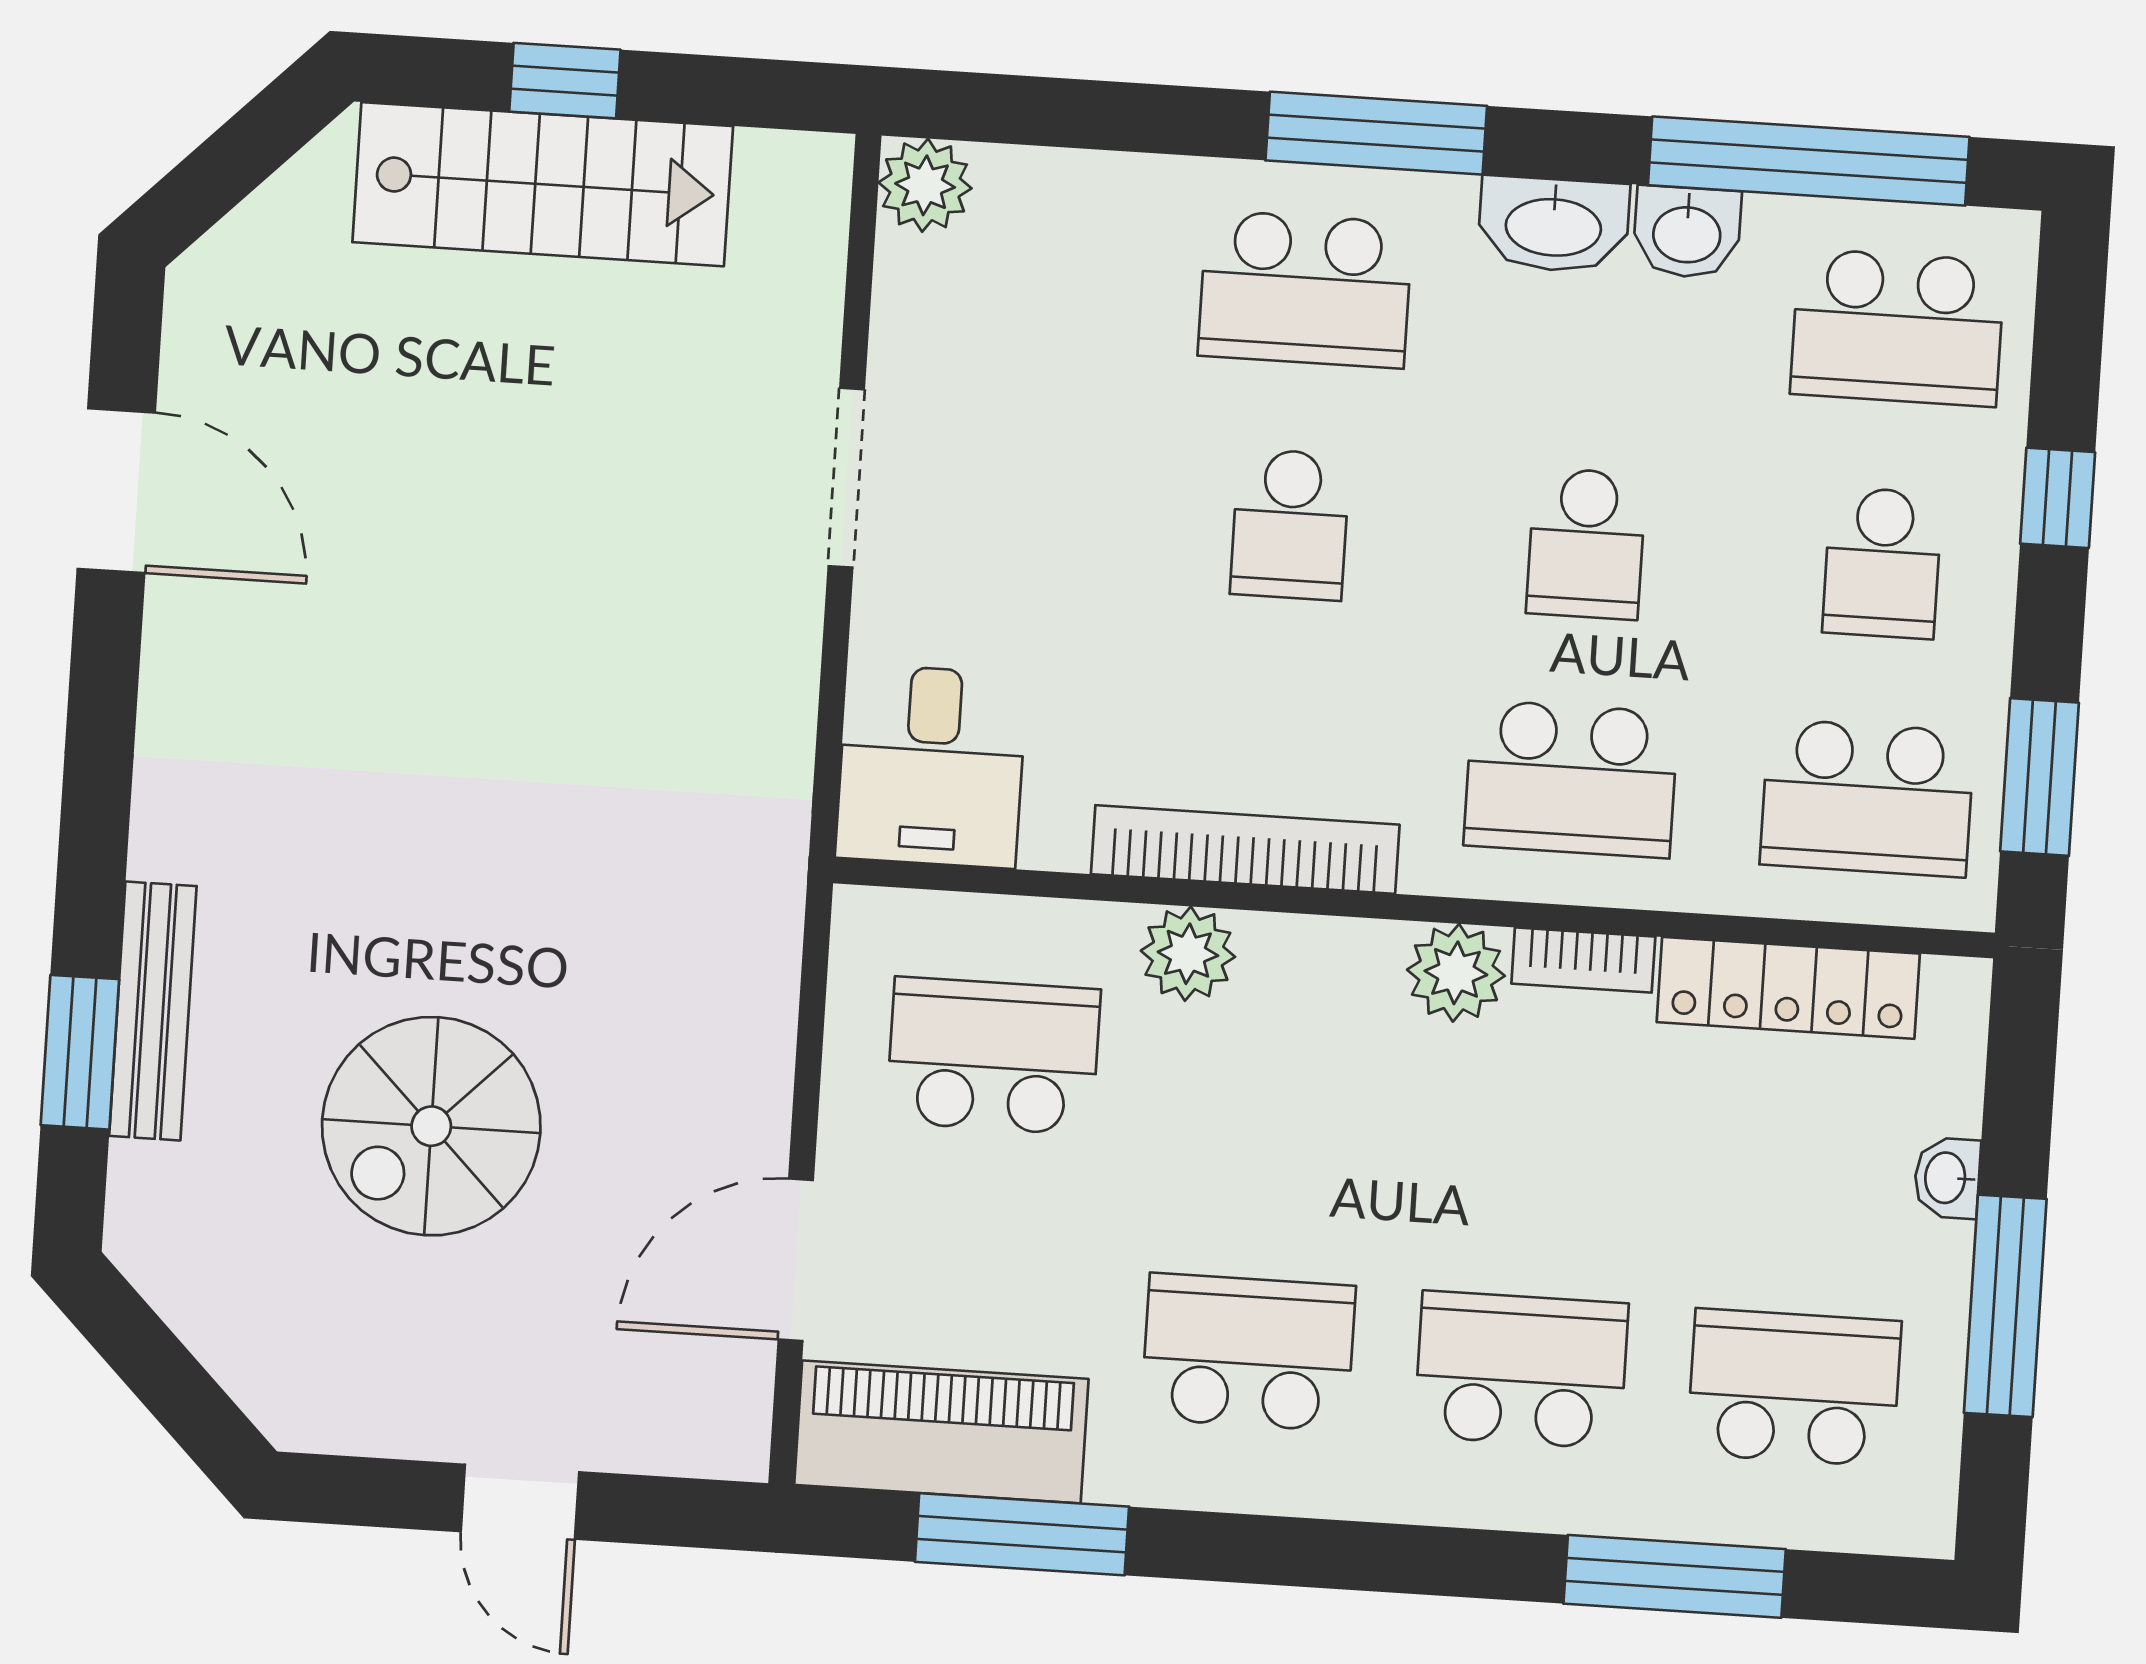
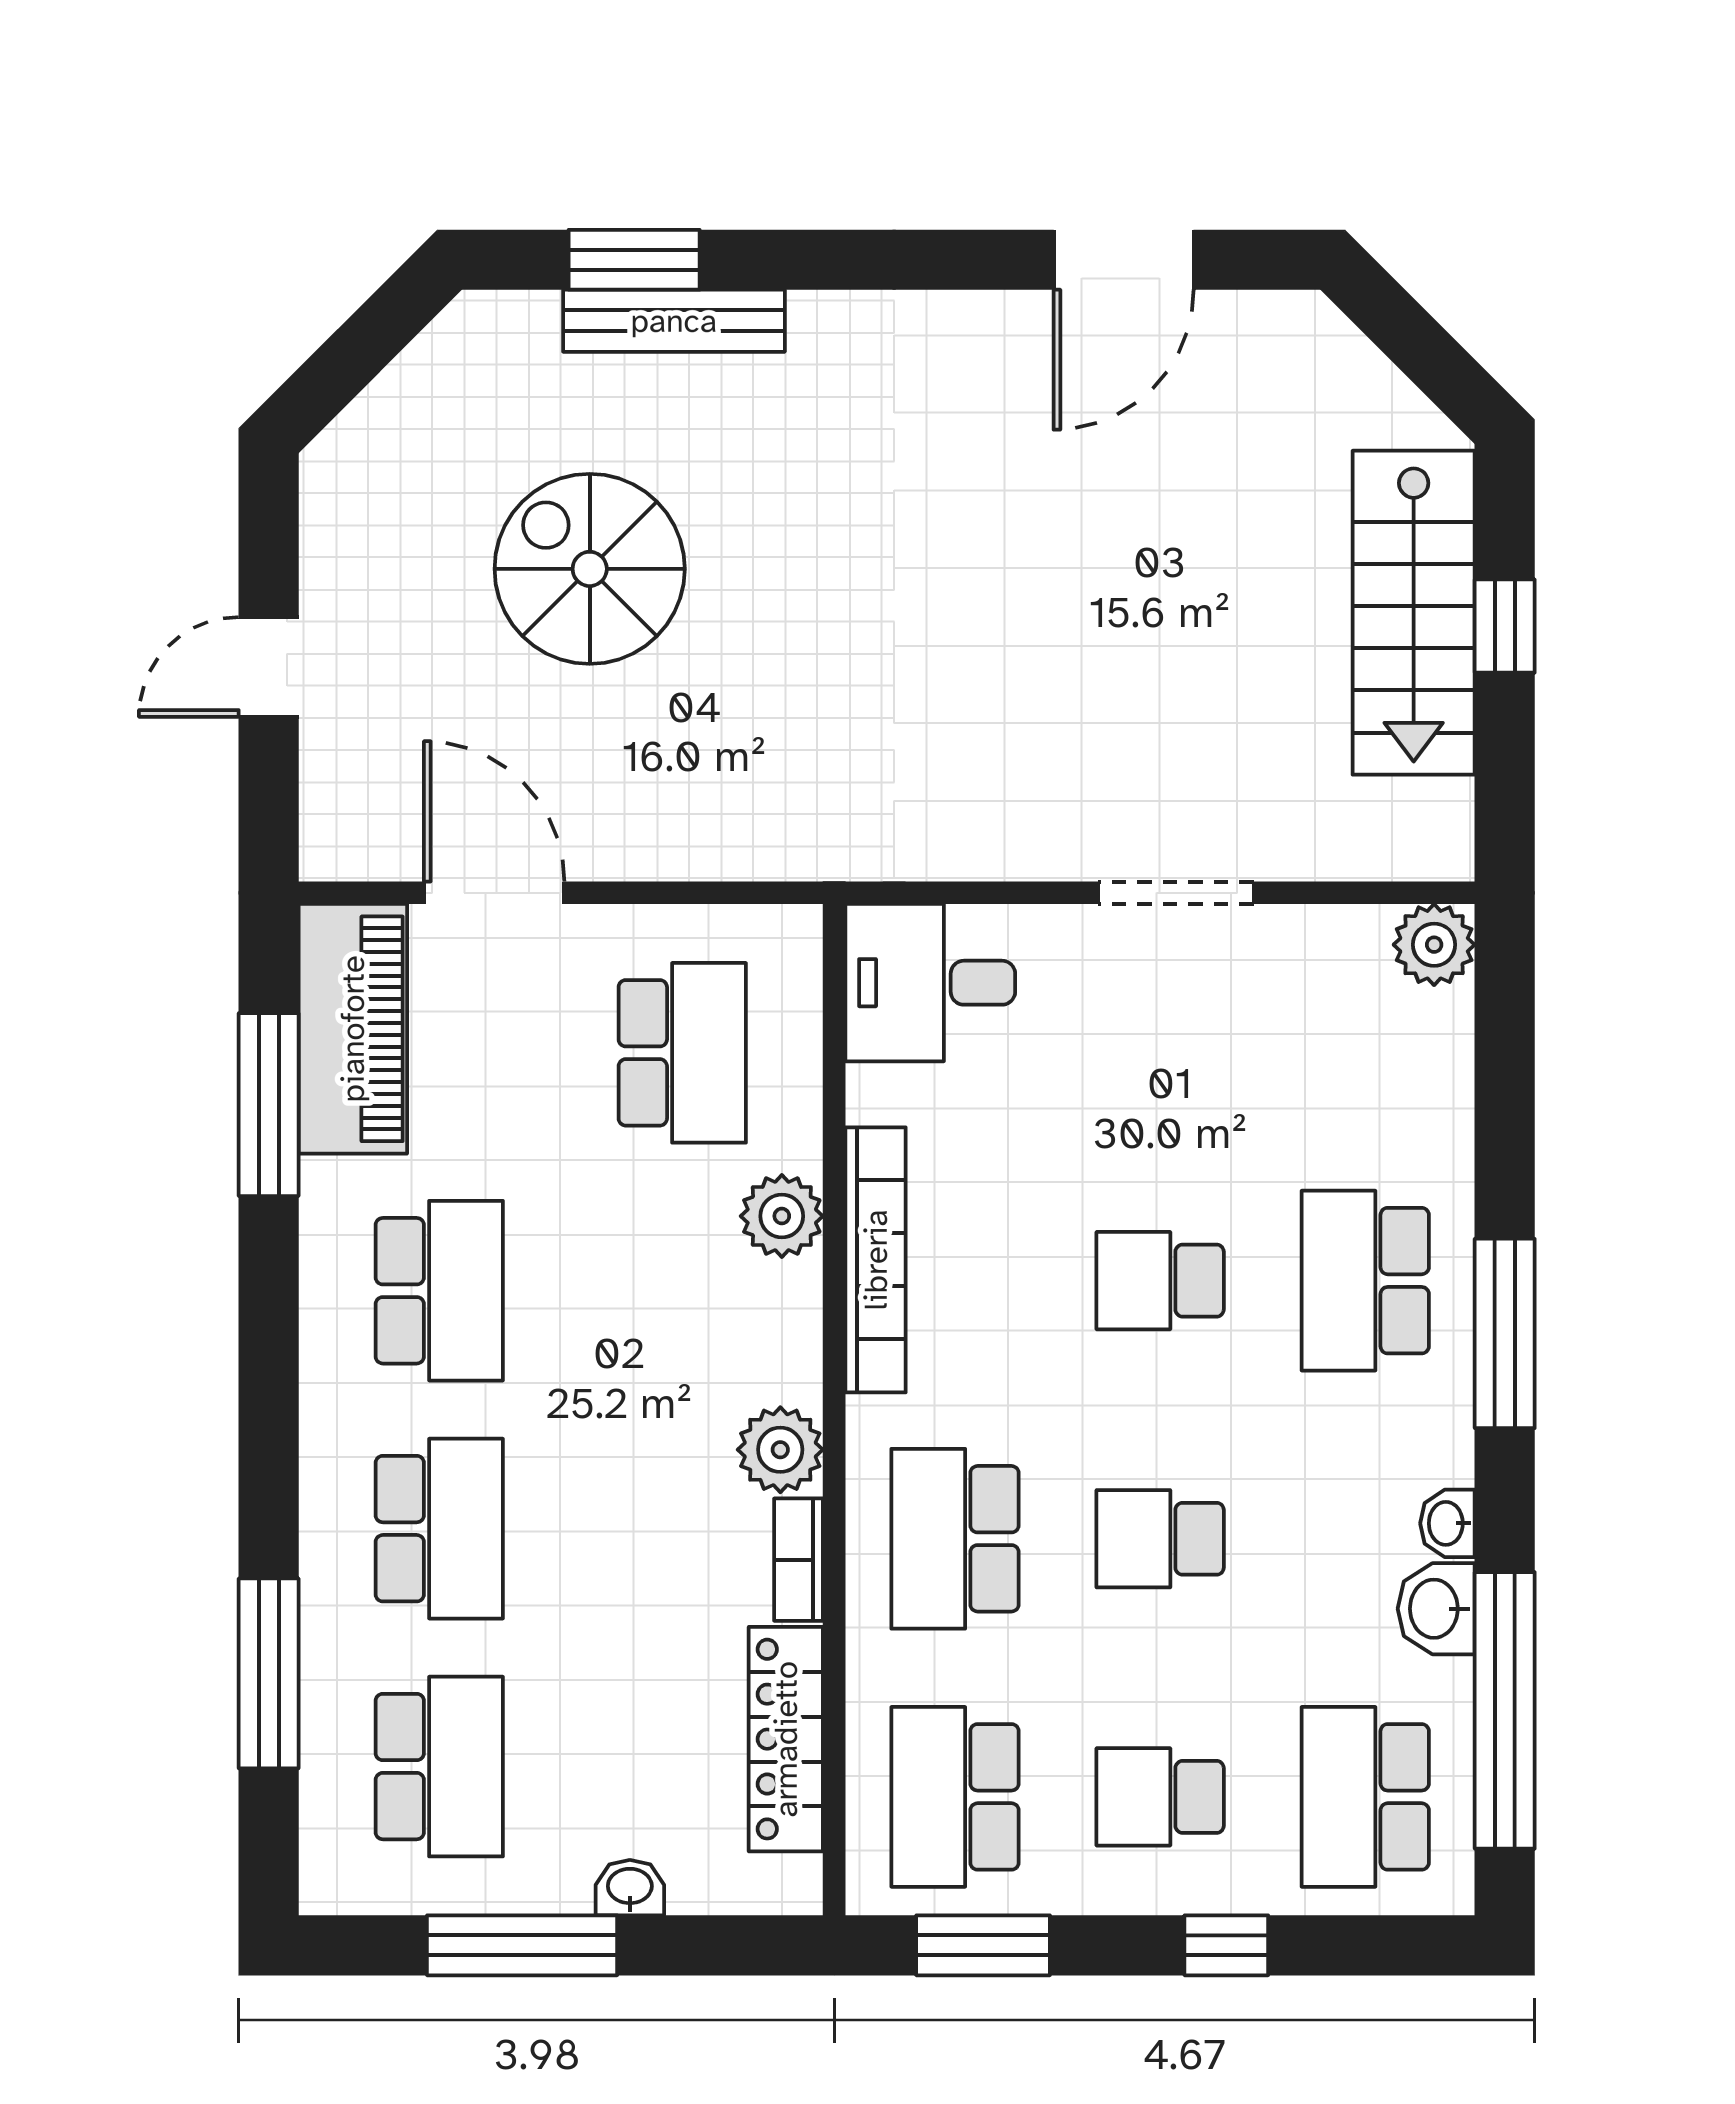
washbasin: (1554, 225) -> (1447, 1523), width x0.52, depth x0.69

